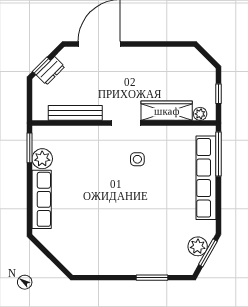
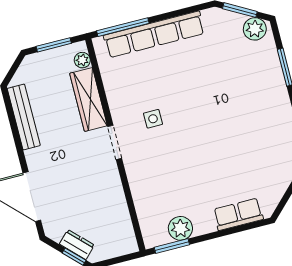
window: (219, 94) -> (54, 45), width x1.50
bench: (75, 113) -> (24, 117), moved
row of seats: (42, 199) -> (238, 214), width x0.68
plant: (198, 246) -> (255, 29), moved

